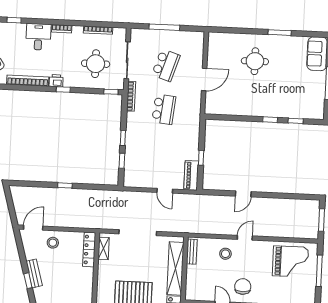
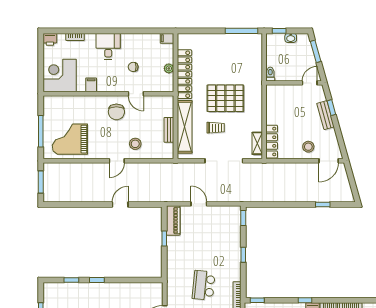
window: (122, 161) -> (243, 218), moved
window: (65, 185) -> (323, 204), moved
bench: (192, 252) -> (169, 130), moved
trolley: (144, 266) -> (216, 128), added

